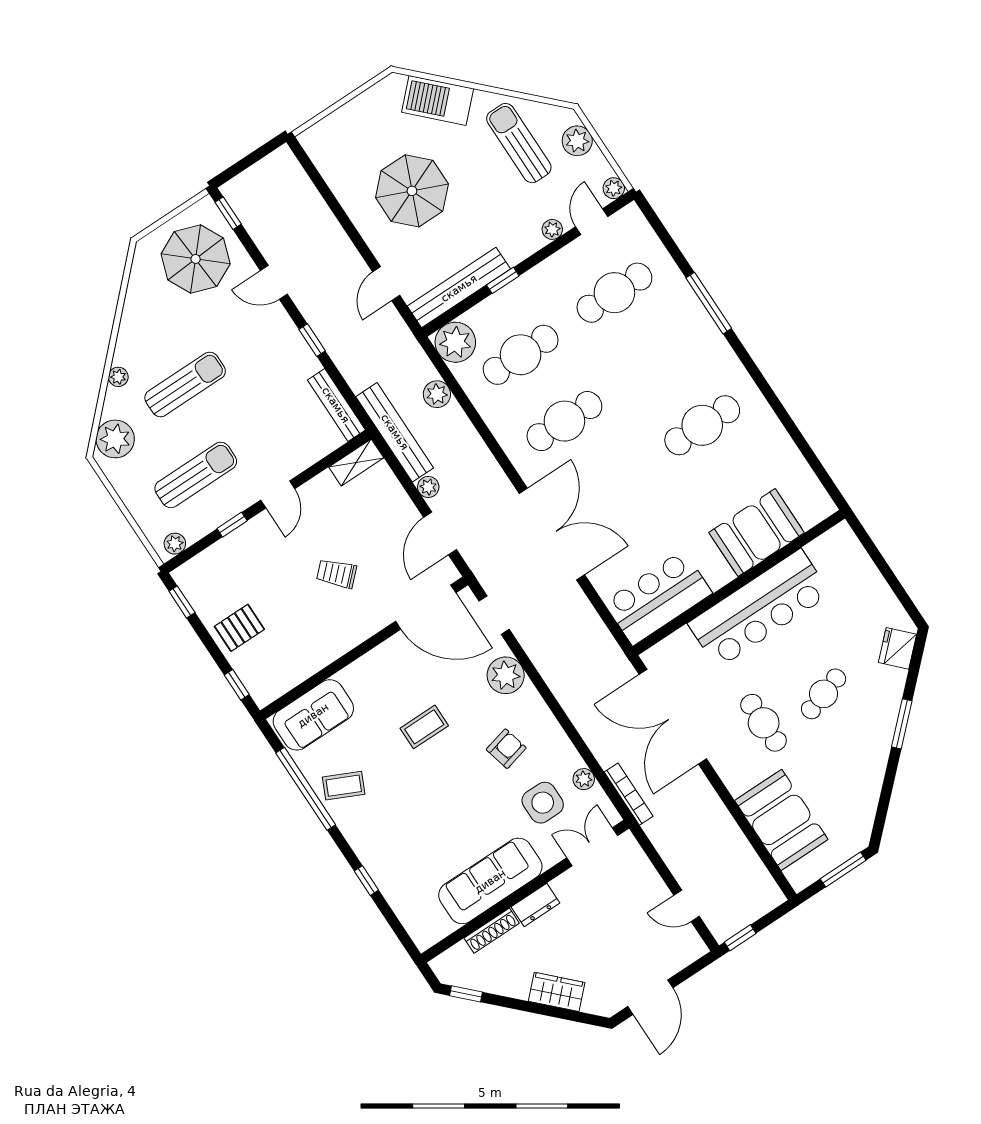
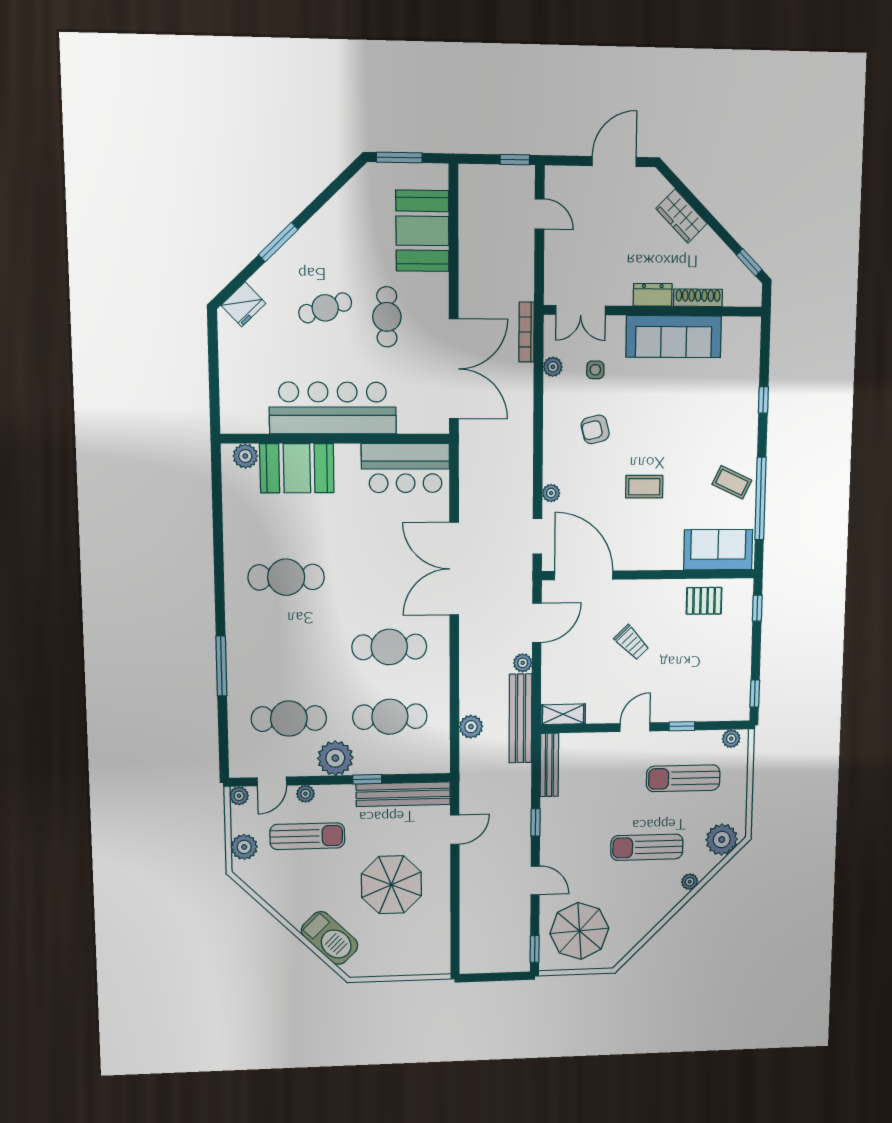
sun lounger: (519, 143) -> (307, 836), moved, turned -90
plant: (455, 342) -> (335, 758), moved
plant: (810, 513) -> (245, 456), added
pallet: (239, 628) -> (704, 601), moved
plant: (506, 675) -> (551, 493), width x0.53, depth x0.53
side table: (543, 803) -> (595, 370), width x0.54, depth x0.54

